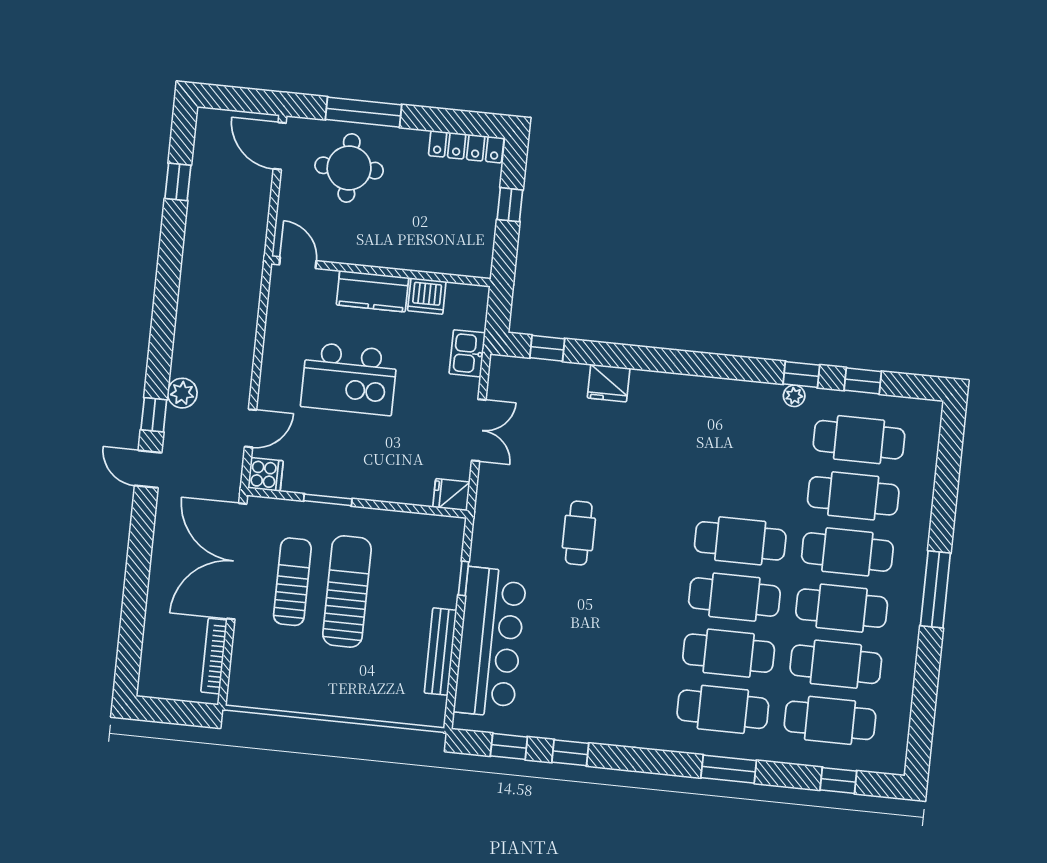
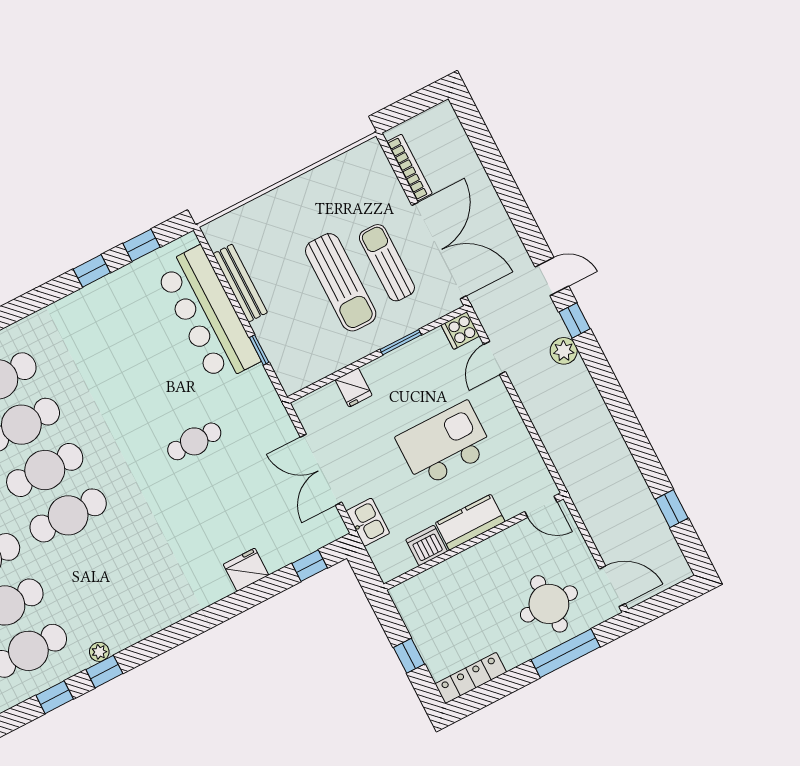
double door: (479, 430) -> (321, 470), width x1.37
fridge: (451, 495) -> (354, 387), moved, turned 90
cafe table: (579, 533) -> (194, 441), turned 90
sun lounger: (292, 582) -> (387, 263), turned 180

